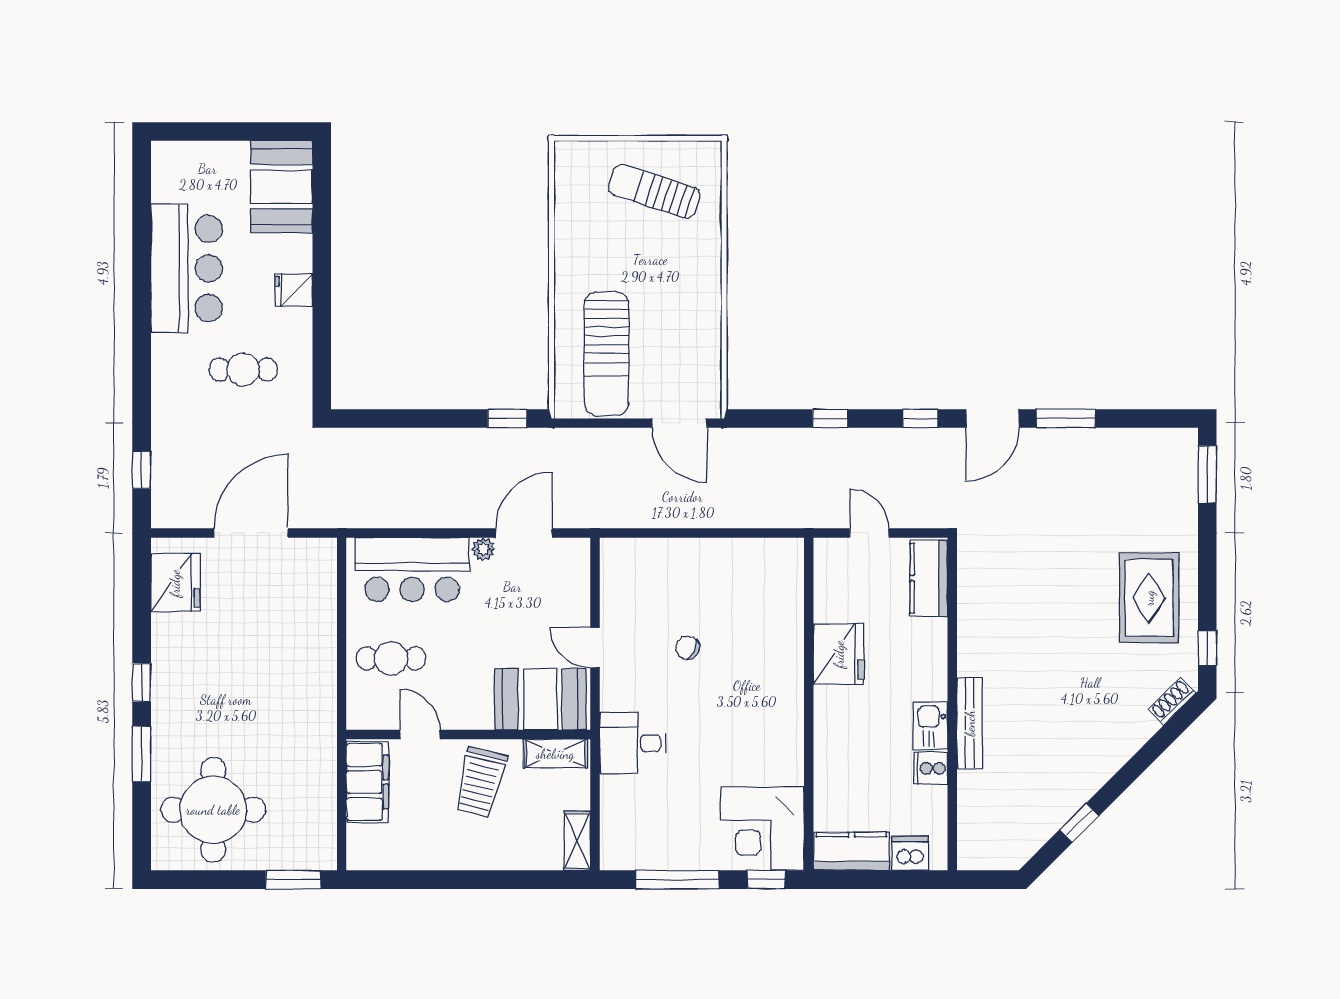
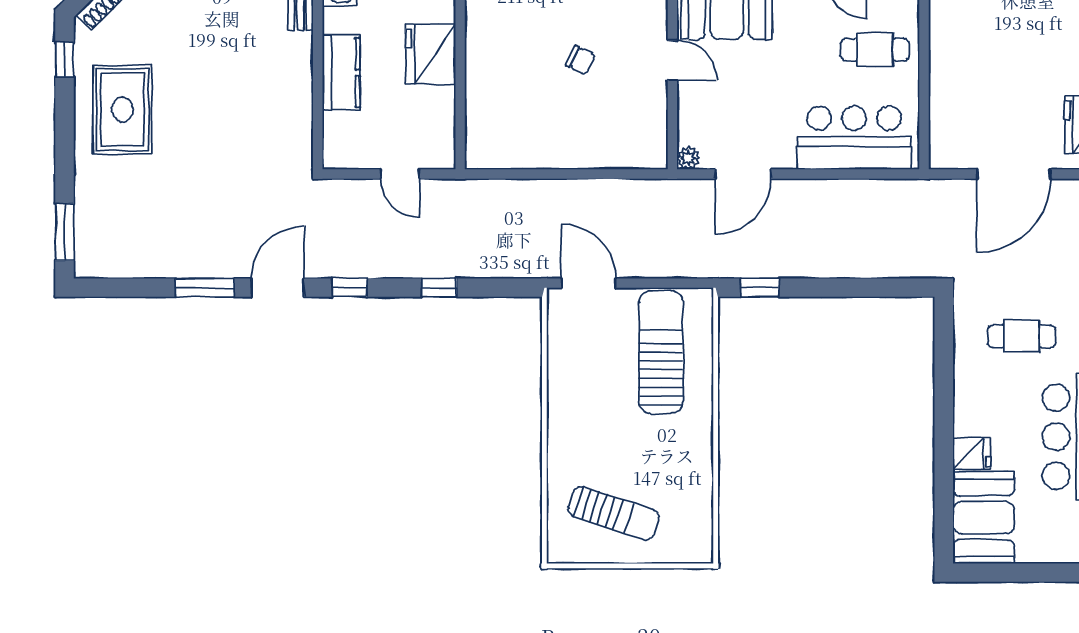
fridge: (294, 290) -> (972, 454), moved
plant: (483, 549) -> (688, 158), moved
kitchen counter: (929, 578) -> (341, 73), moved

